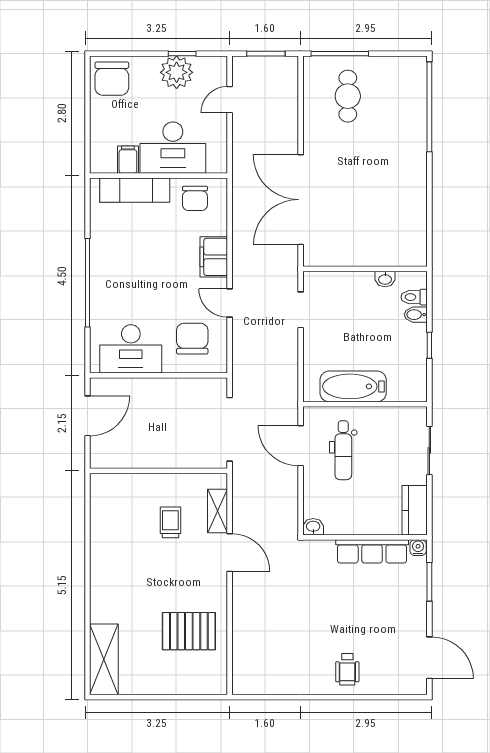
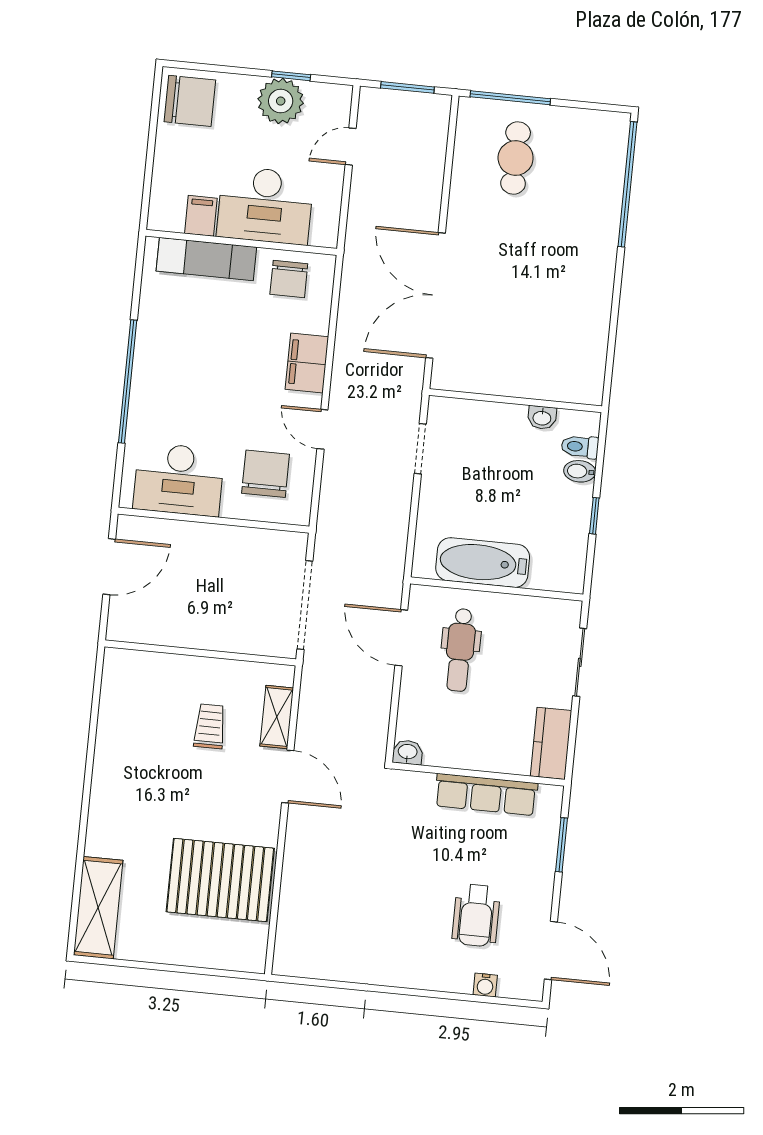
chair: (112, 79) -> (190, 101), turned -90
water cooler: (418, 548) -> (485, 985), moved, turned 180
pallet: (189, 631) -> (220, 880), width x1.37, depth x1.41
wheelchair: (347, 669) -> (476, 915), moved, width x1.36, depth x1.37

